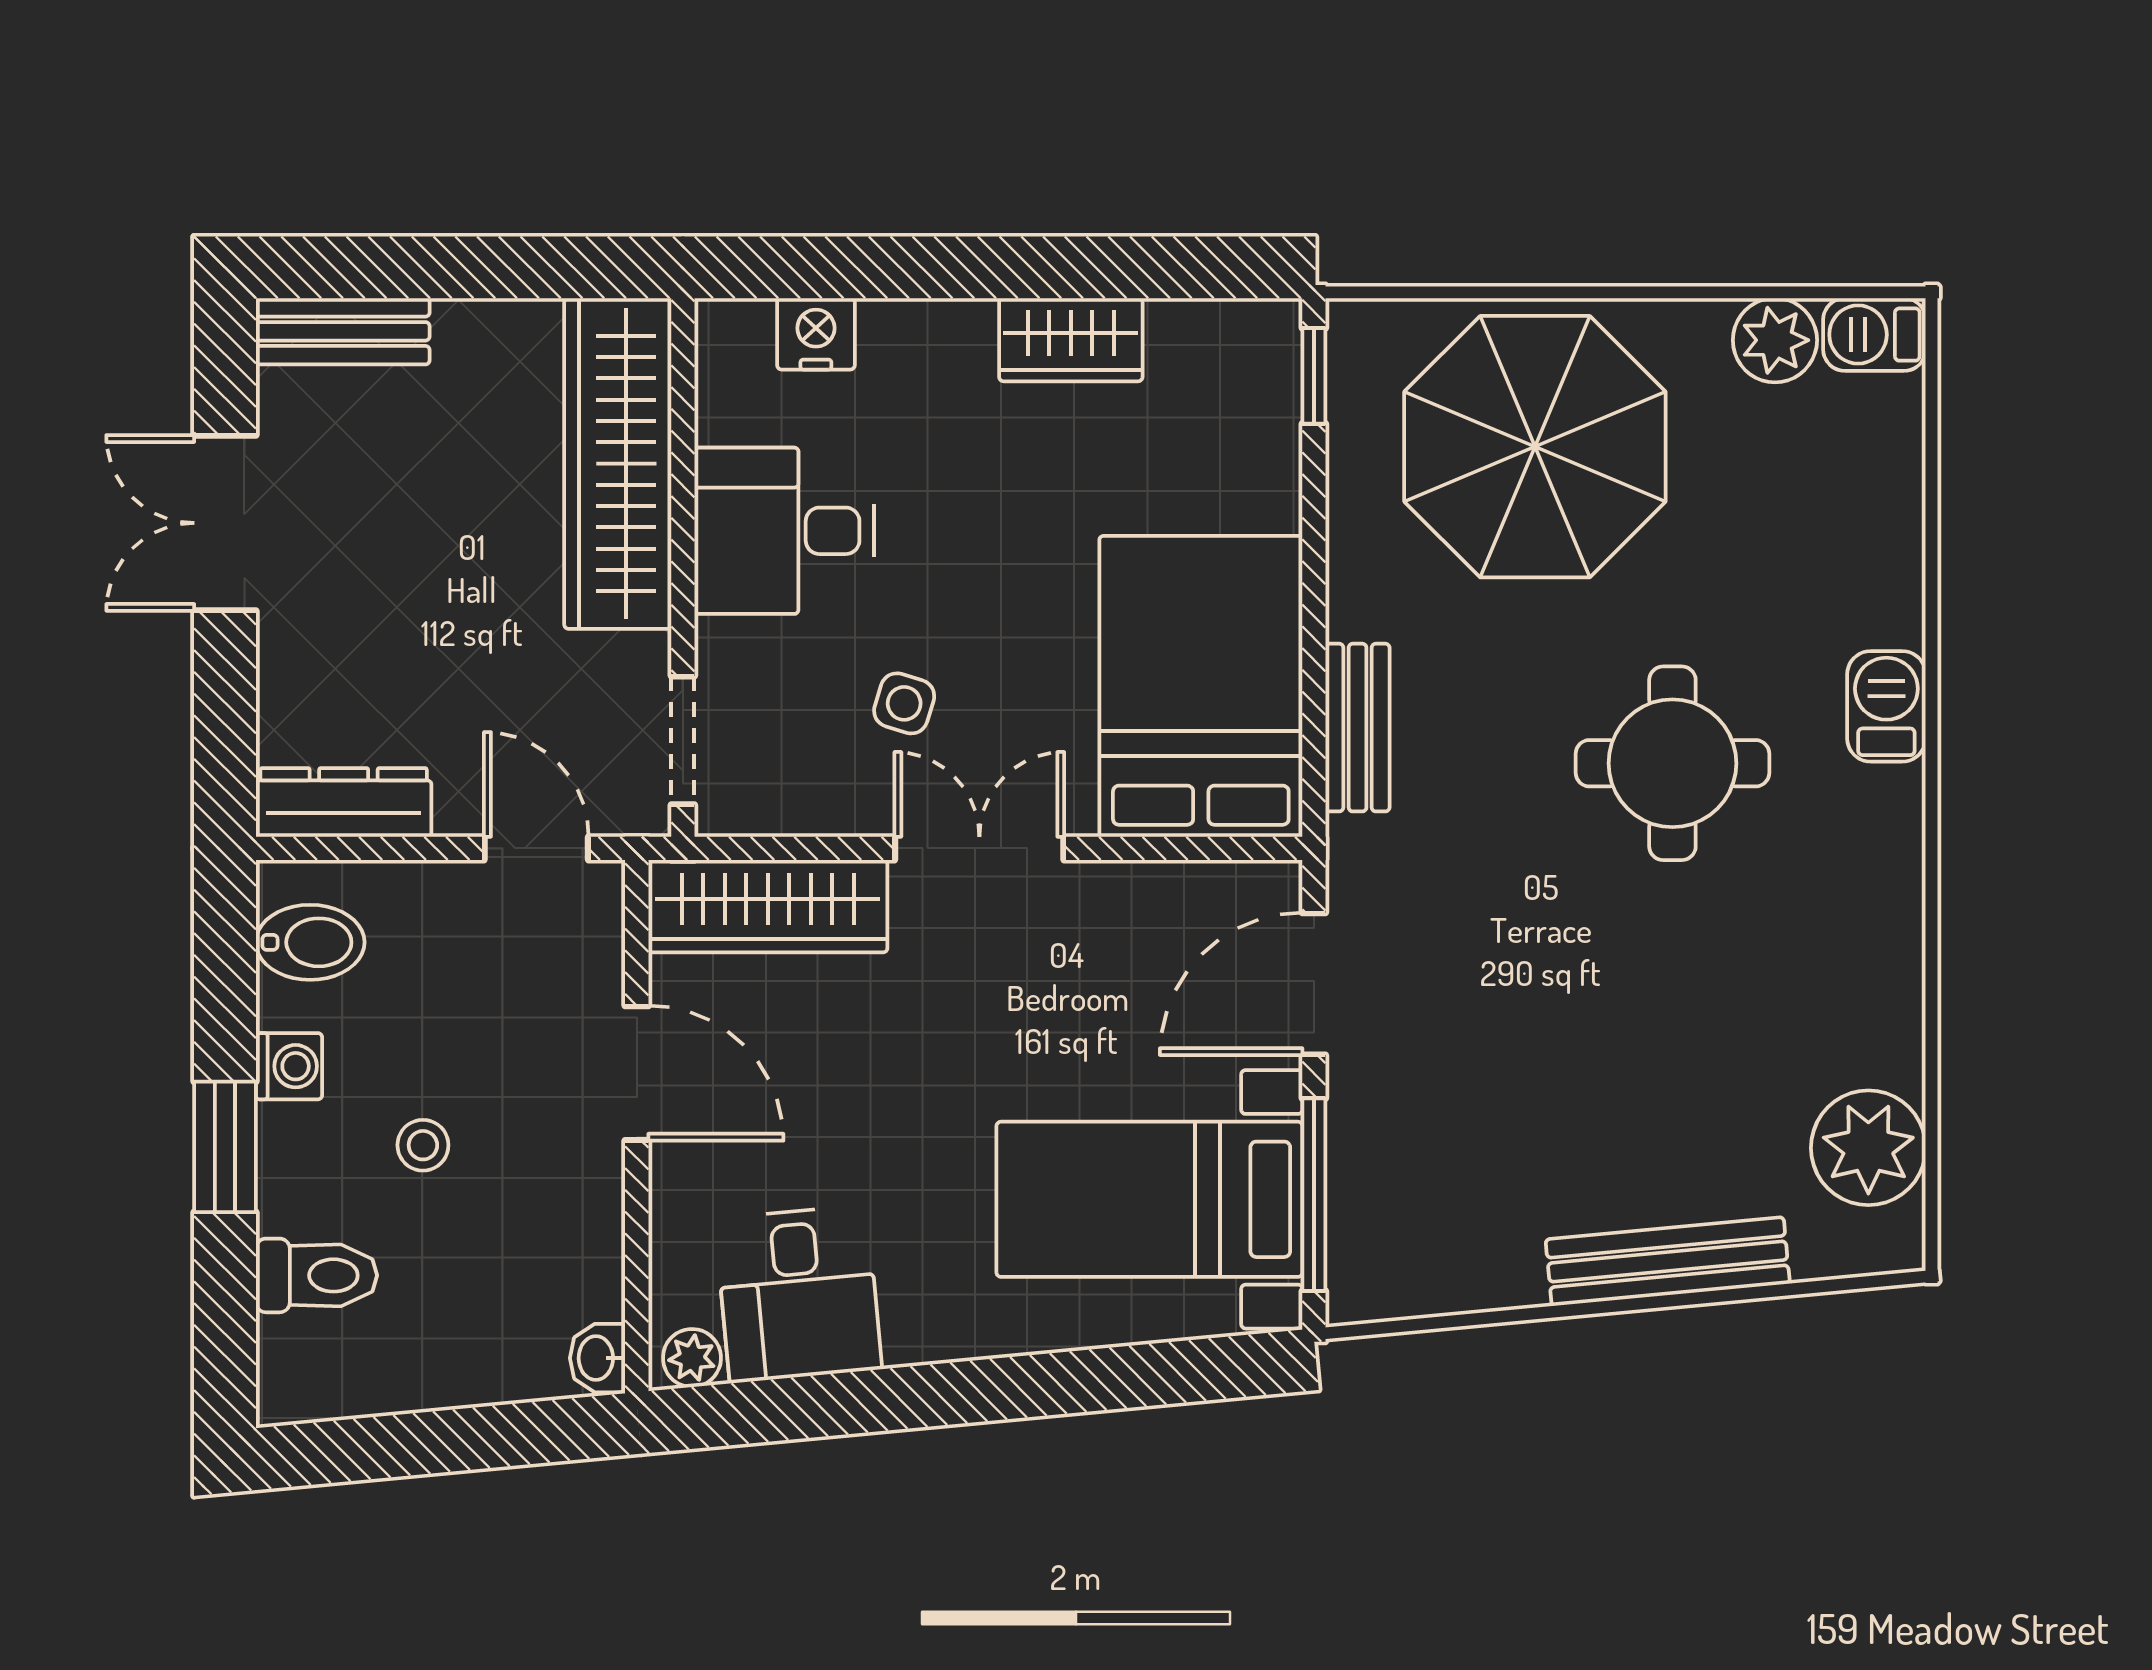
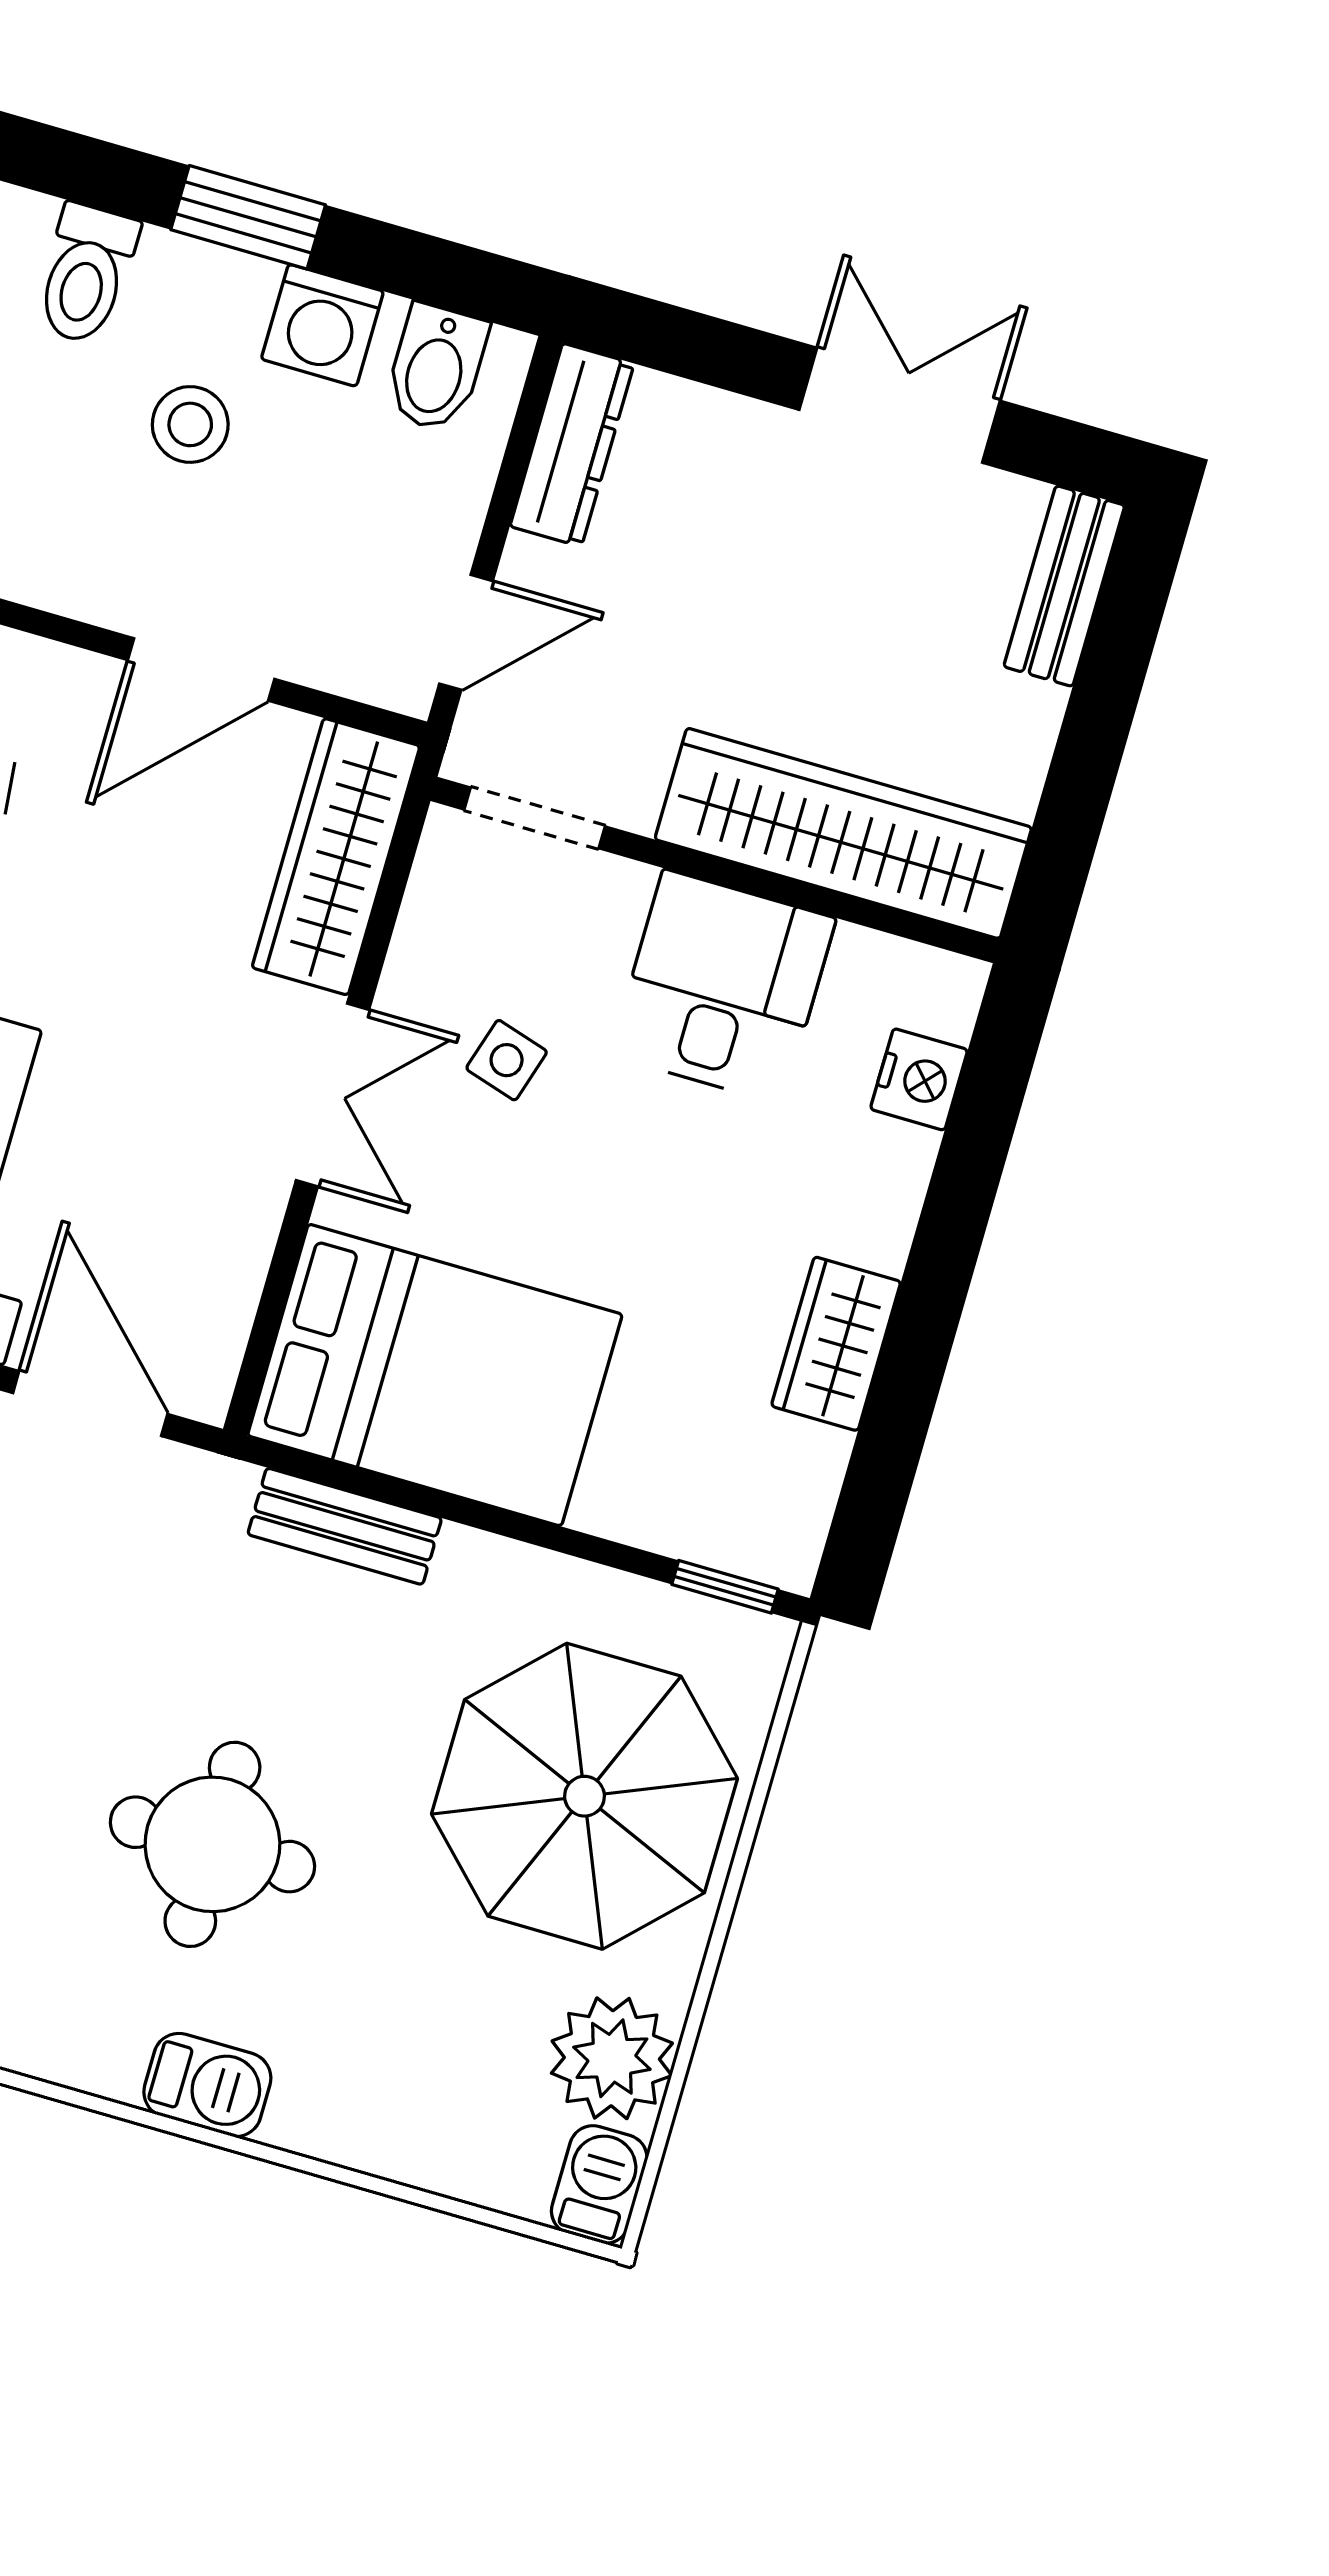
plant: (1775, 340) -> (612, 2058), width x1.36, depth x1.36
washing machine: (289, 1066) -> (322, 325), width x1.38, depth x1.38
stool: (423, 1145) -> (190, 424), width x1.37, depth x1.37

